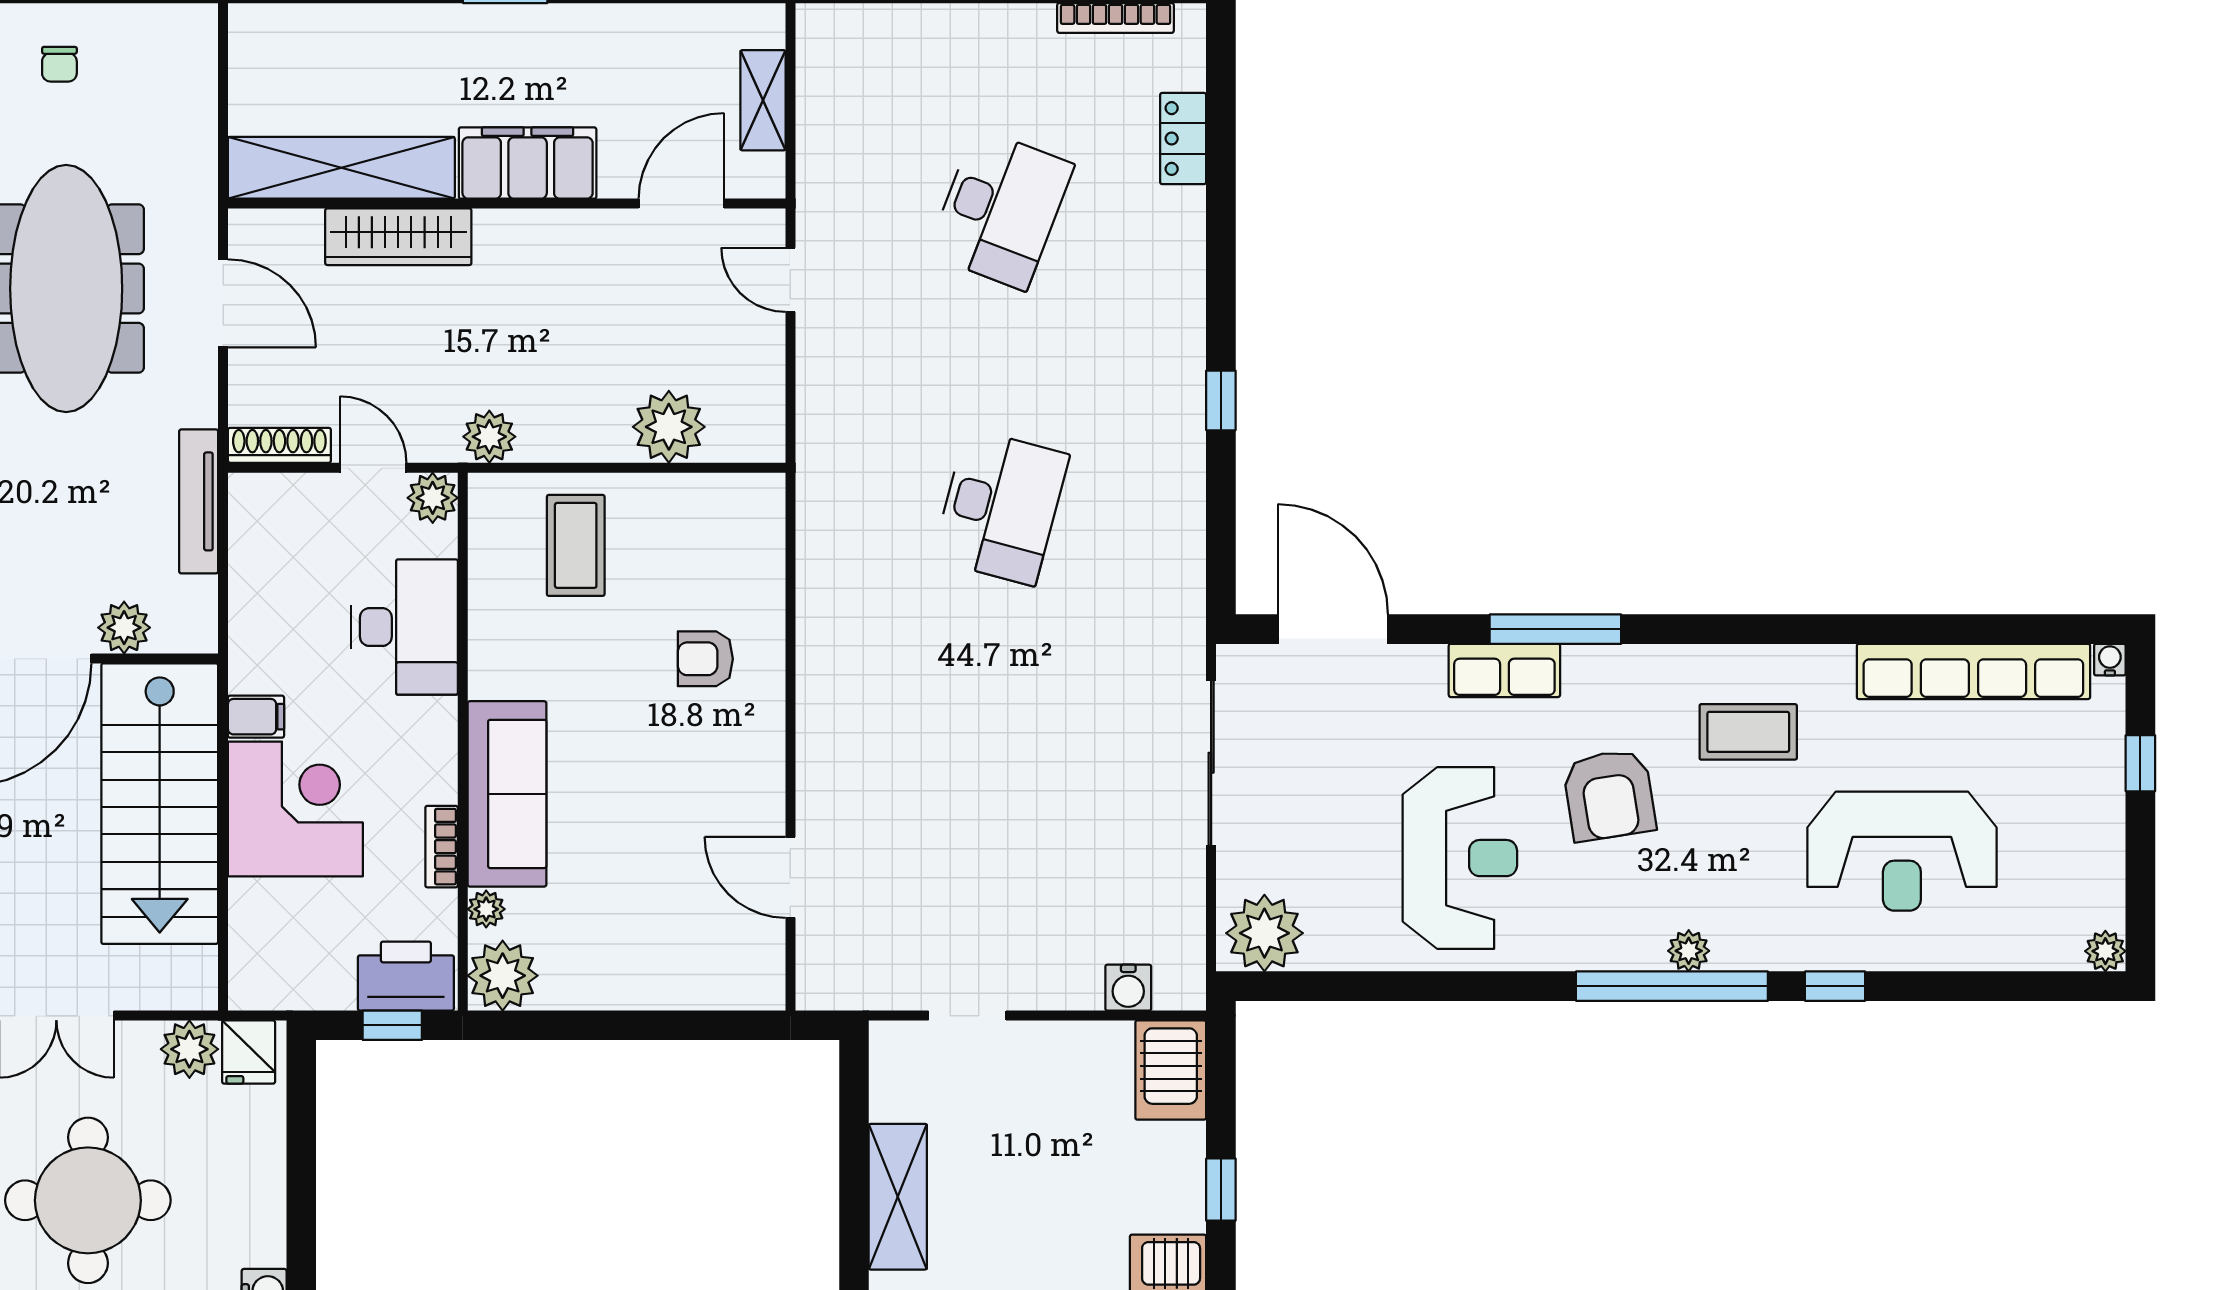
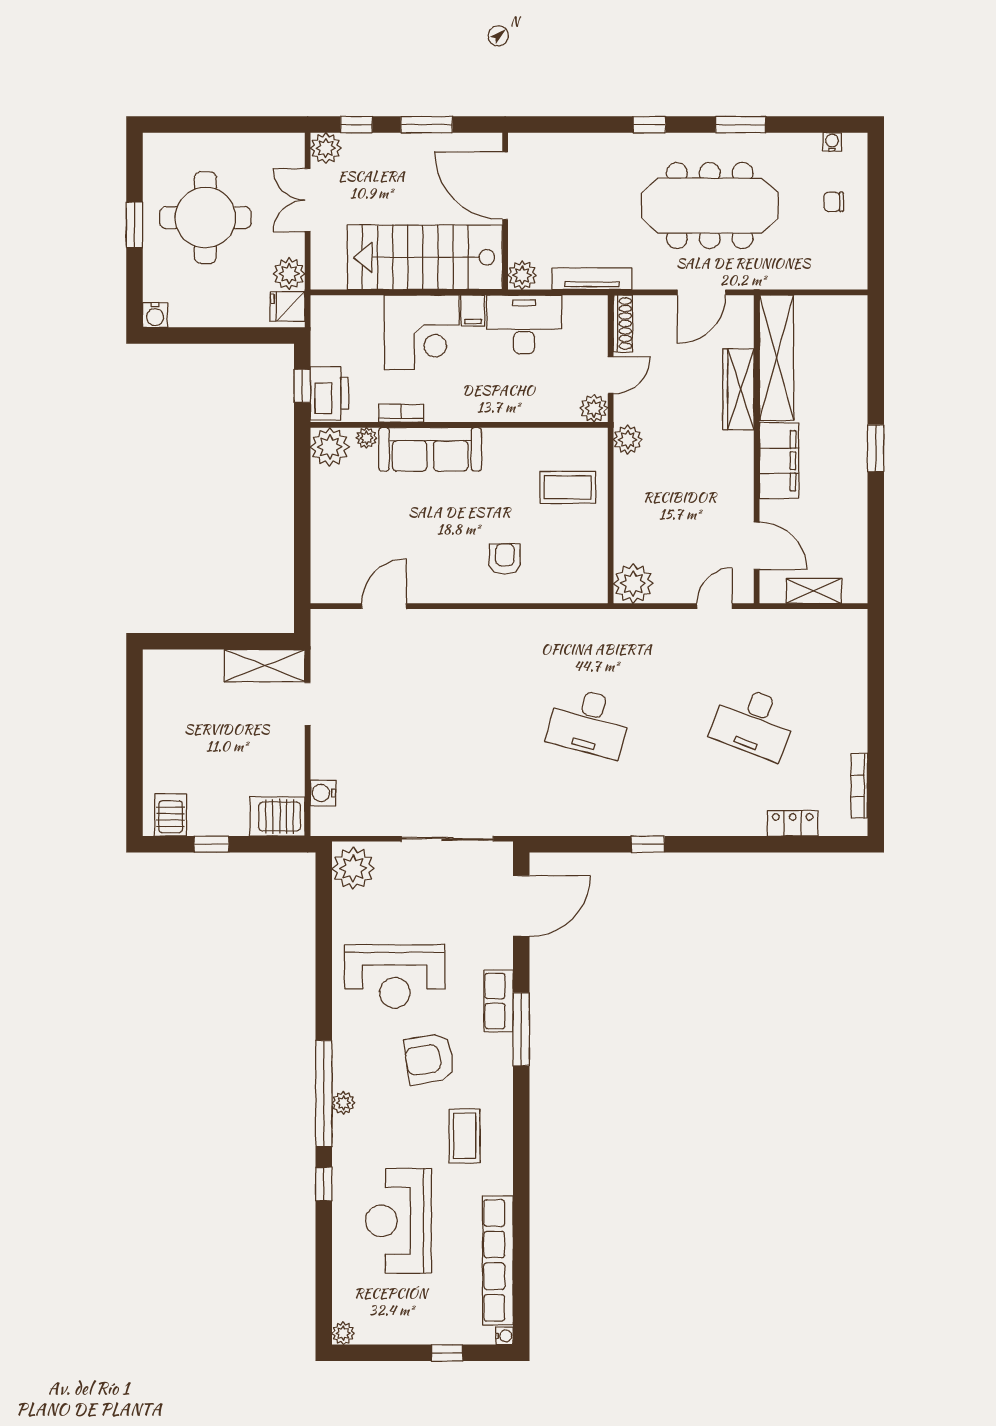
plant: (669, 427) -> (633, 583), moved
desk: (405, 627) -> (524, 324), moved, turned 180
plant: (124, 628) -> (522, 275), moved
shelving: (898, 1197) -> (265, 666), moved

